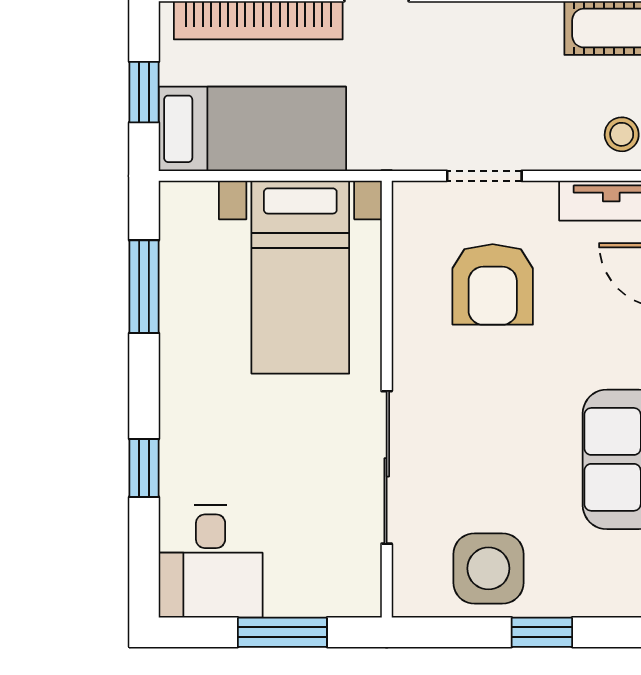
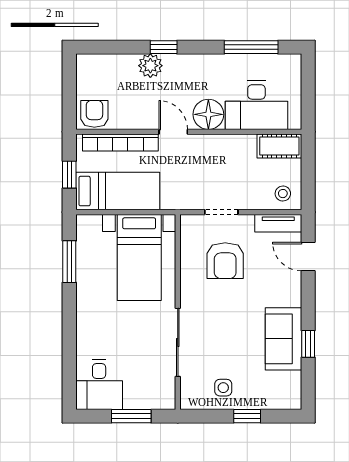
window: (144, 468) -> (69, 343), removed
side table: (488, 568) -> (223, 388), width x0.54, depth x0.54

